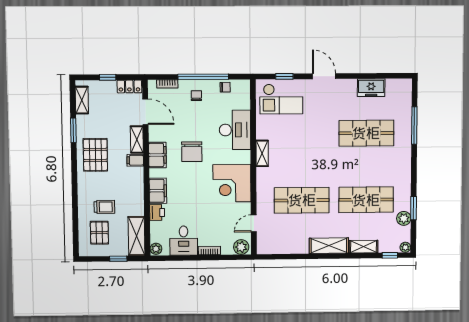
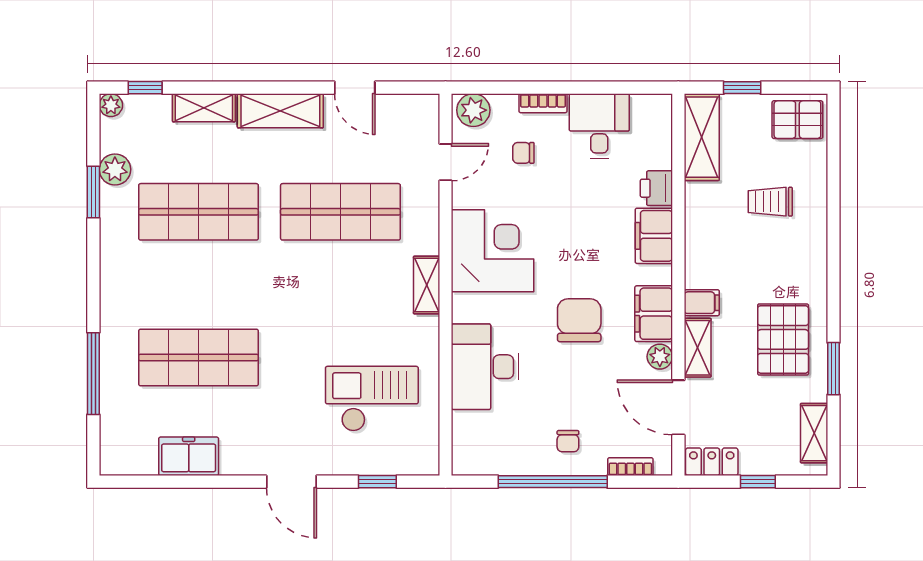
chair: (225, 87) -> (523, 153), moved
checkout: (281, 99) -> (372, 399), moved
shelving: (262, 153) -> (427, 285), moved
pallet: (95, 155) -> (783, 339), moved
pallet: (99, 233) -> (797, 120), moved, turned 90
plant: (156, 249) -> (660, 357), moved
door: (295, 256) -> (355, 88), added

